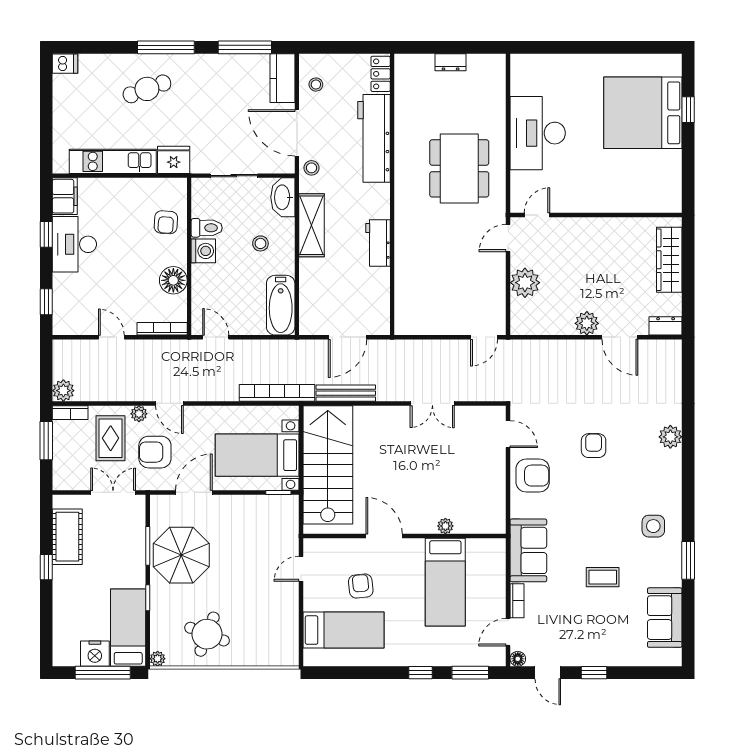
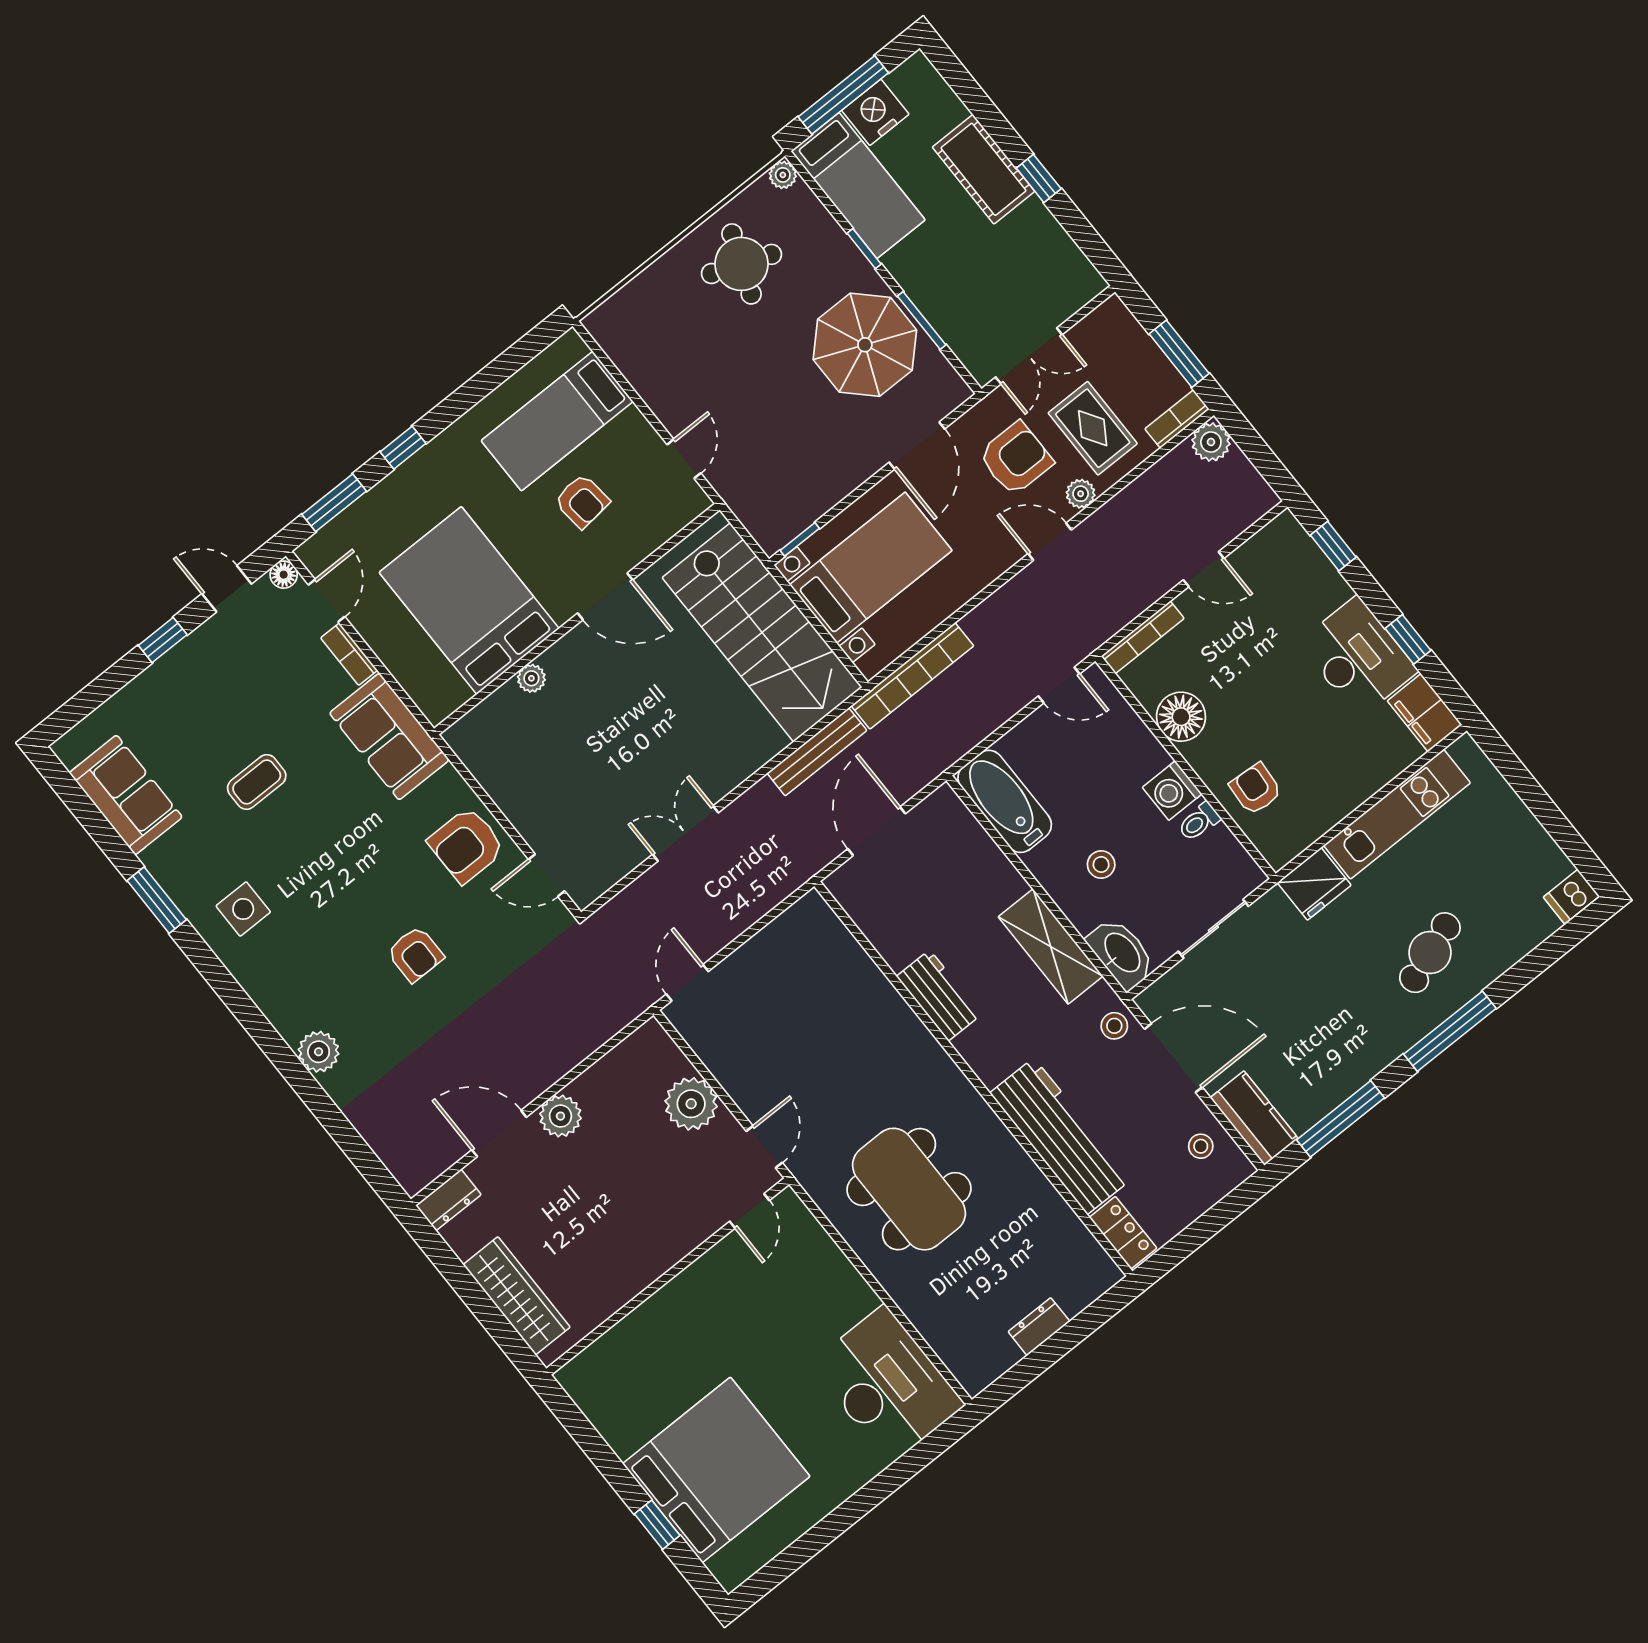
desk: (538, 133) -> (887, 1384), moved
toilet: (207, 228) -> (1199, 822), width x0.73, depth x0.72
cot: (67, 537) -> (983, 169), moved
bed: (445, 582) -> (469, 600), width x1.50

